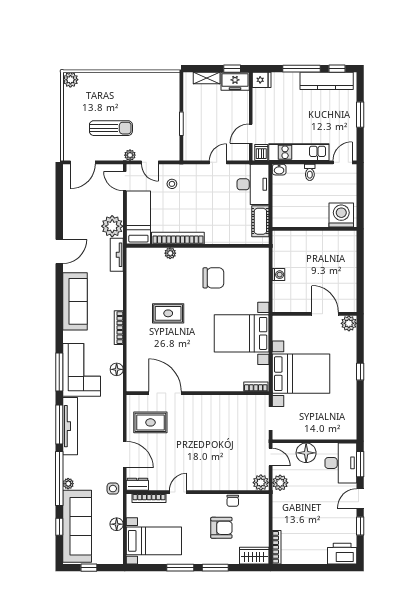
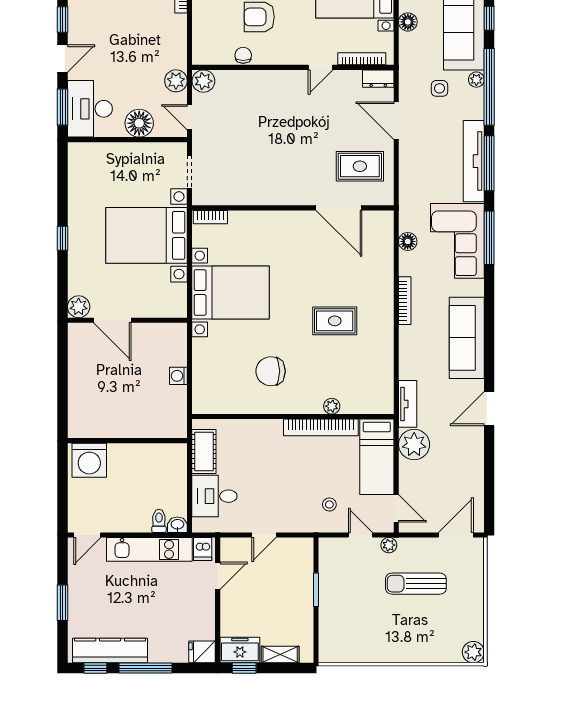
toilet: (310, 172) -> (159, 521), moved
desk: (253, 184) -> (214, 496), width x0.73
side table: (113, 489) -> (440, 88), moved

